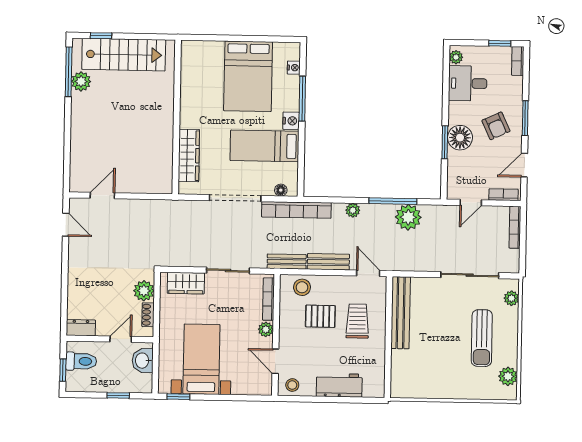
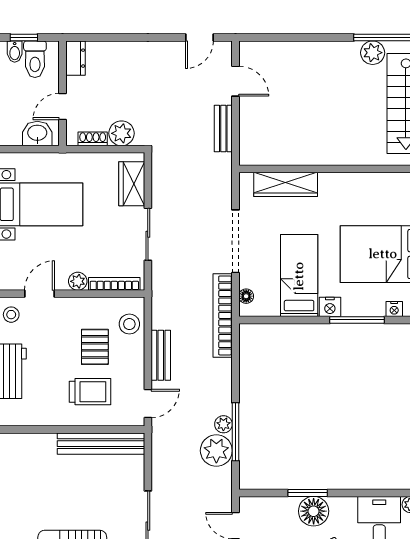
plant: (353, 210) -> (223, 424), moved
bench: (287, 262) -> (223, 128), moved
door: (121, 339) -> (62, 106), swing flipped
bidet: (74, 378) -> (15, 52), added

